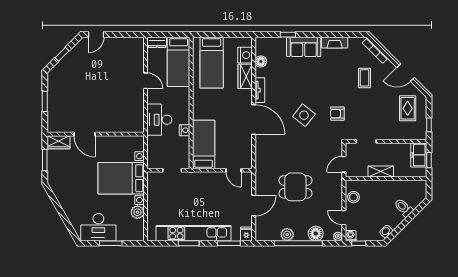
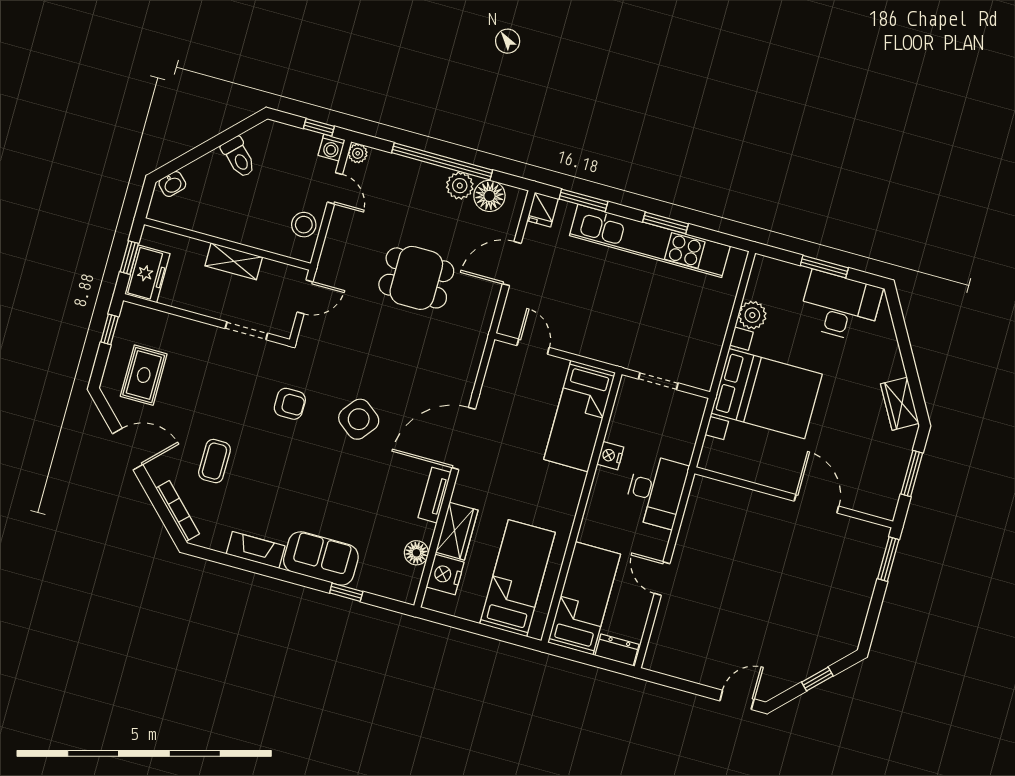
window: (45, 101) -> (888, 559), moved
door: (254, 120) -> (464, 438), hinge flipped
wardrobe: (58, 142) -> (900, 404), moved, turned -120
toilet: (404, 208) -> (239, 157), moved
washbasin: (386, 232) -> (172, 184), moved
floor lamp: (316, 234) -> (489, 196), moved

